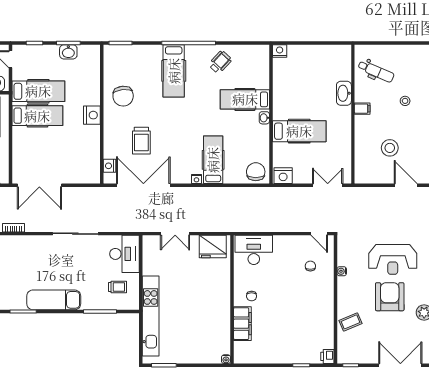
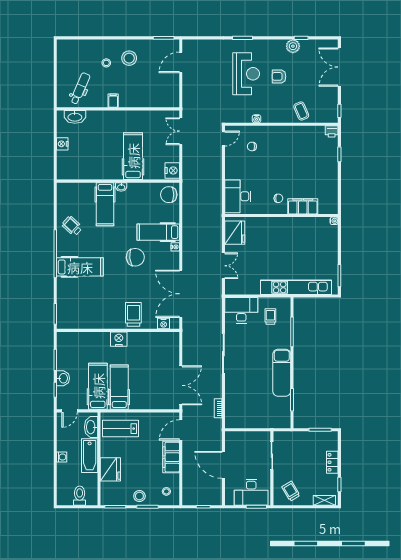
nightstand: (280, 51) -> (62, 144), moved
washbasin: (68, 52) -> (63, 378), moved
washbasin: (344, 93) -> (75, 117), moved
chair: (123, 96) -> (135, 257), moved
trolley: (141, 141) -> (133, 314), moved, turned -90
stool: (390, 148) -> (129, 58), moved
armchair: (390, 297) -> (279, 76), width x0.53, depth x0.53

